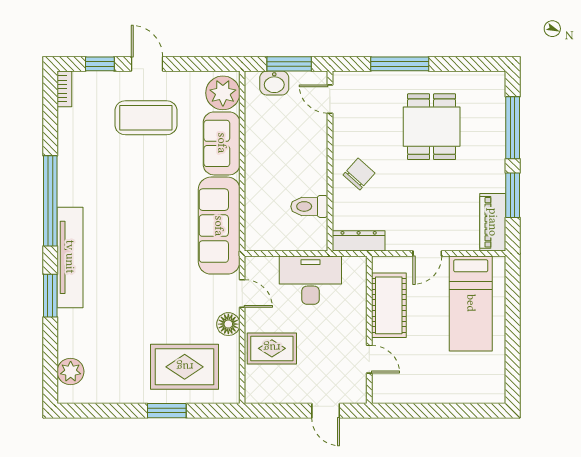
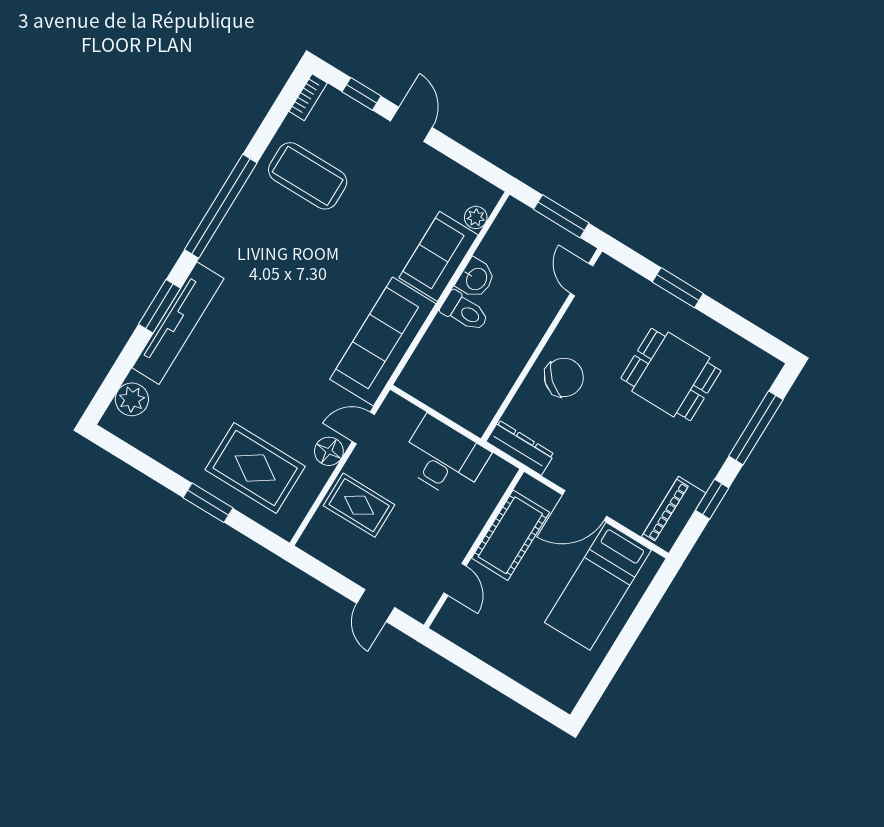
window: (400, 64) -> (678, 288), width x0.69
washbasin: (274, 83) -> (476, 279), moved, turned -90
plant: (223, 93) -> (476, 217), width x0.53, depth x0.53
coffee table: (146, 118) -> (308, 176), moved
dining table: (432, 127) -> (671, 374), turned 90
chair: (359, 174) -> (564, 377), width x1.37, depth x1.37
window: (513, 195) -> (712, 499), width x0.67
toilet: (309, 206) -> (465, 311), moved, turned 180
door: (427, 253) -> (584, 505), width x1.38
tv unit: (70, 257) -> (178, 323), moved
door: (242, 294) -> (363, 428), swing flipped

